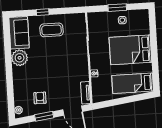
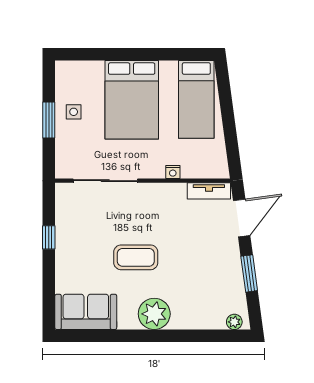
window: (43, 12) -> (49, 237), moved
coffee table: (51, 30) -> (136, 257), moved, turned 90
plant: (20, 58) -> (154, 314), moved
armchair: (40, 98) -> (214, 279), removed

